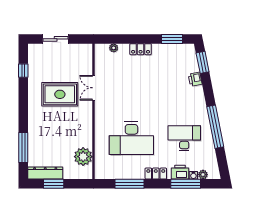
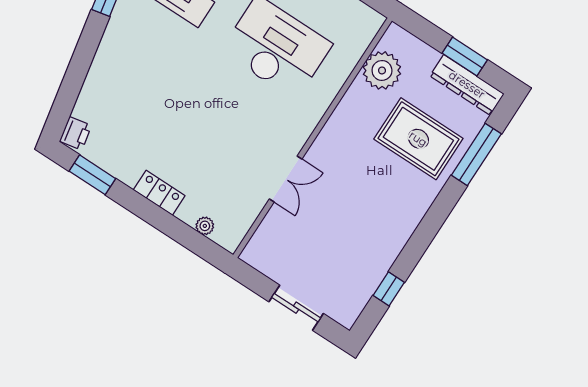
window: (203, 62) -> (66, 99), removed
printer: (195, 79) -> (76, 133), moved
rug: (60, 94) -> (418, 139), moved

